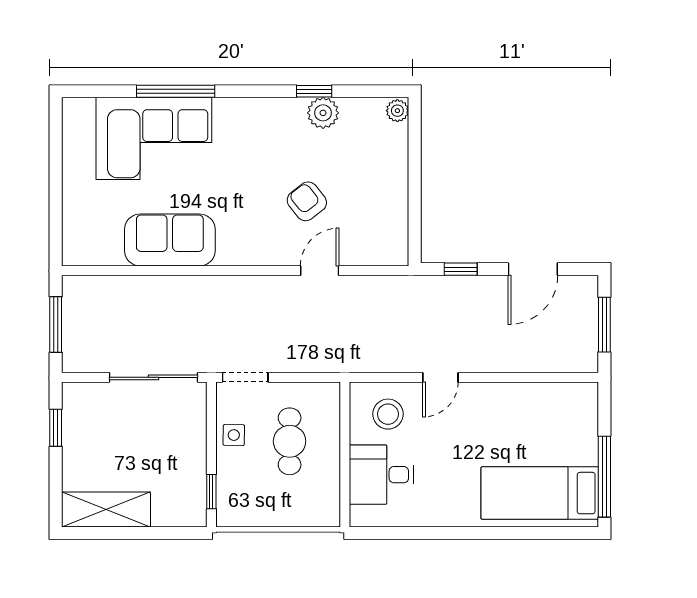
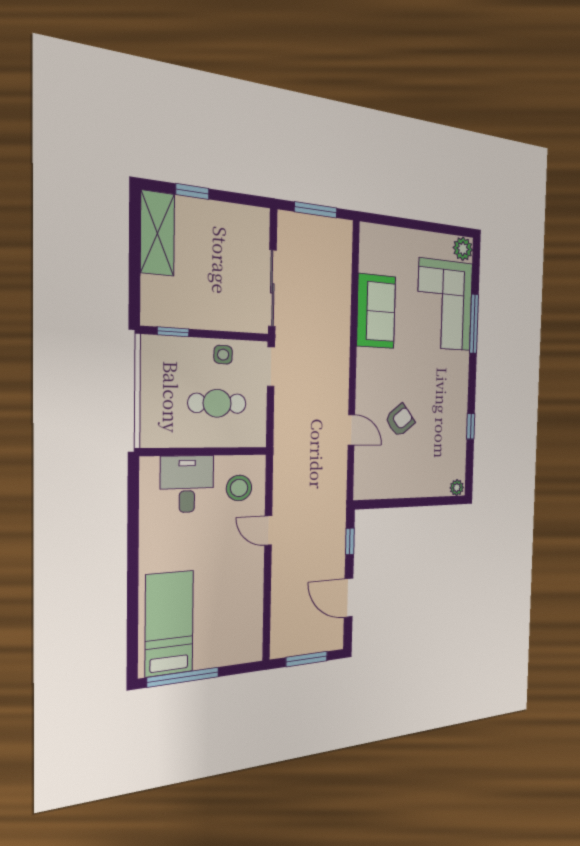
plant: (323, 113) -> (463, 249), moved
window: (56, 428) -> (192, 191), moved

